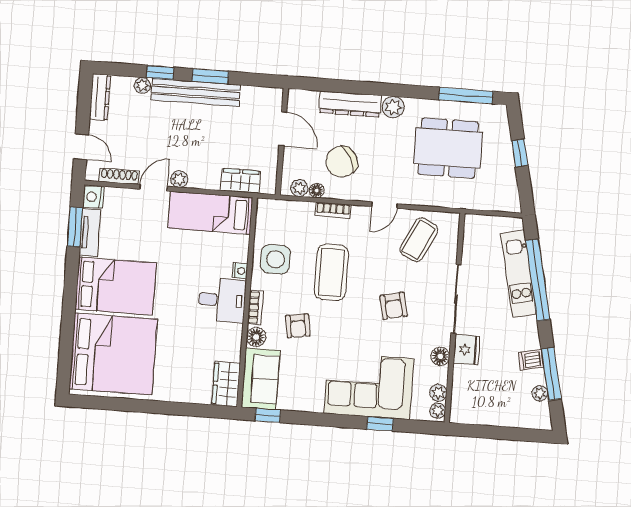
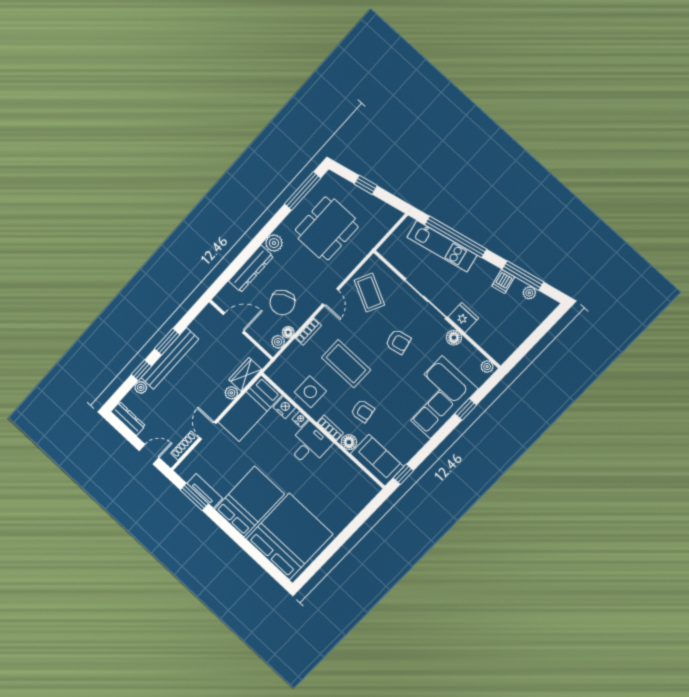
plant: (179, 179) -> (231, 393), moved
nightstand: (93, 197) -> (284, 407), moved, turned 180
wardrobe: (226, 384) -> (363, 484), removed
plant: (438, 393) -> (476, 357), removed

